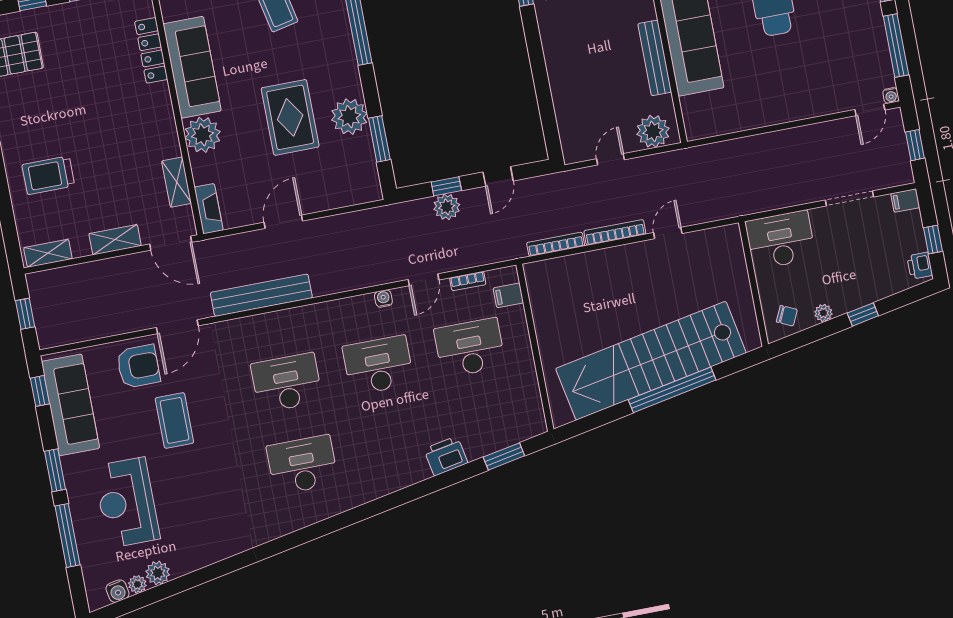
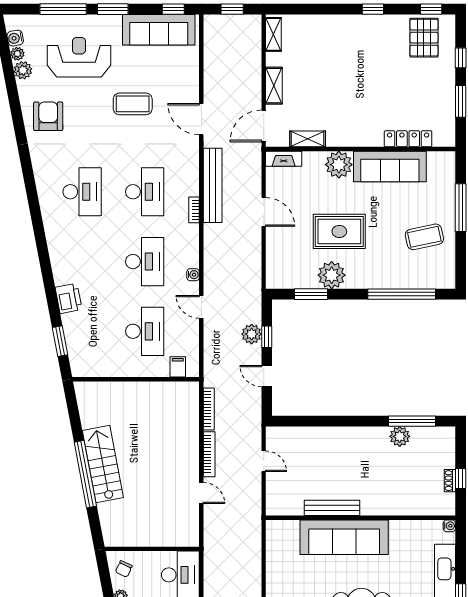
plant: (653, 131) -> (278, 496), removed
trolley: (48, 175) -> (331, 46), removed
bookcase: (468, 281) -> (194, 210), moved
stairs: (651, 361) -> (103, 464), width x0.54, depth x0.66
armchair: (138, 366) -> (48, 116), moved, turned 180

